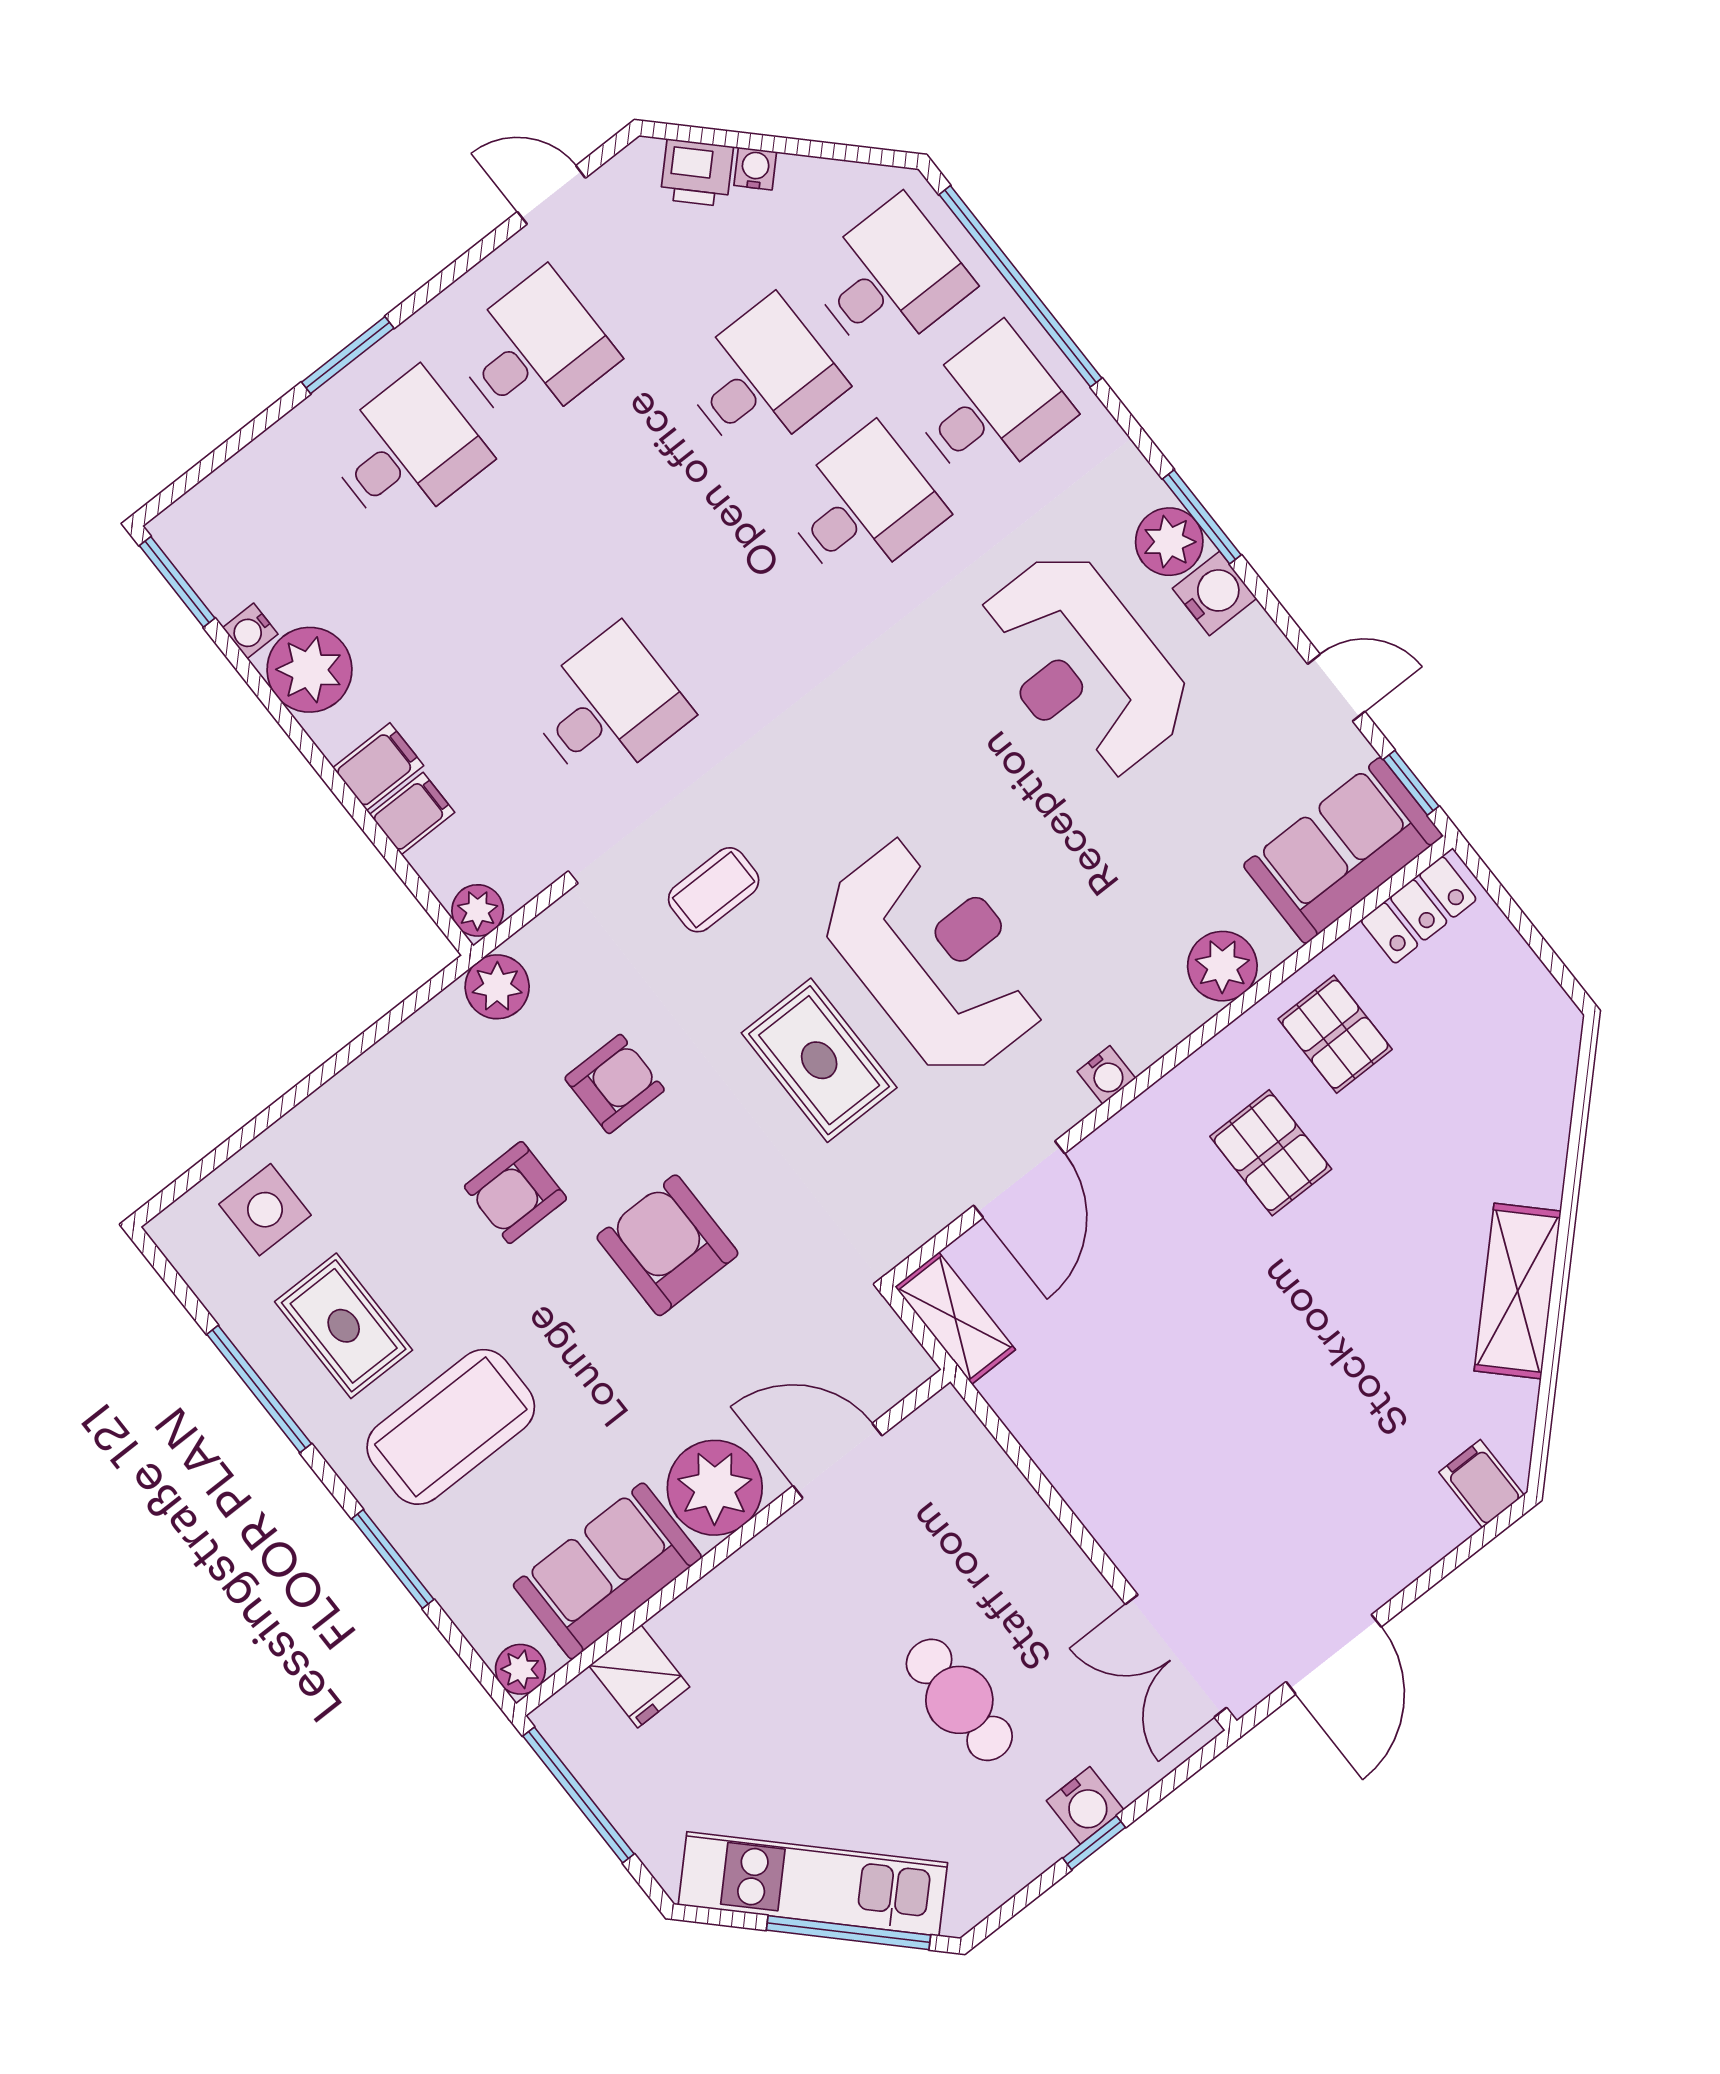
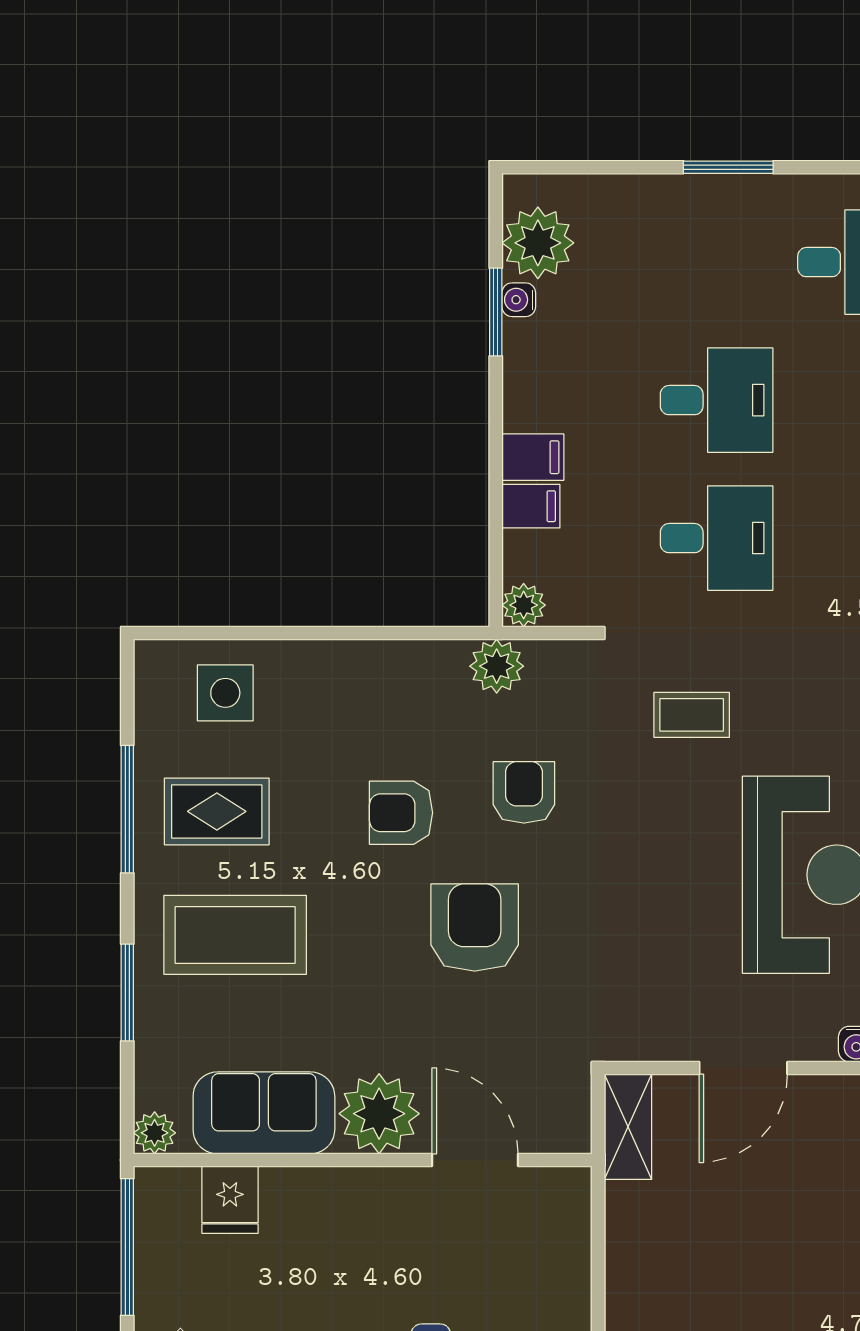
desk: (406, 452) -> (717, 400), moved
window: (177, 582) -> (496, 312), moved
plant: (309, 670) -> (538, 243), moved
rug: (819, 1060) -> (673, 884), removed
armchair: (615, 1084) -> (524, 792), turned -90
rug: (344, 1326) -> (217, 811), turned 90

